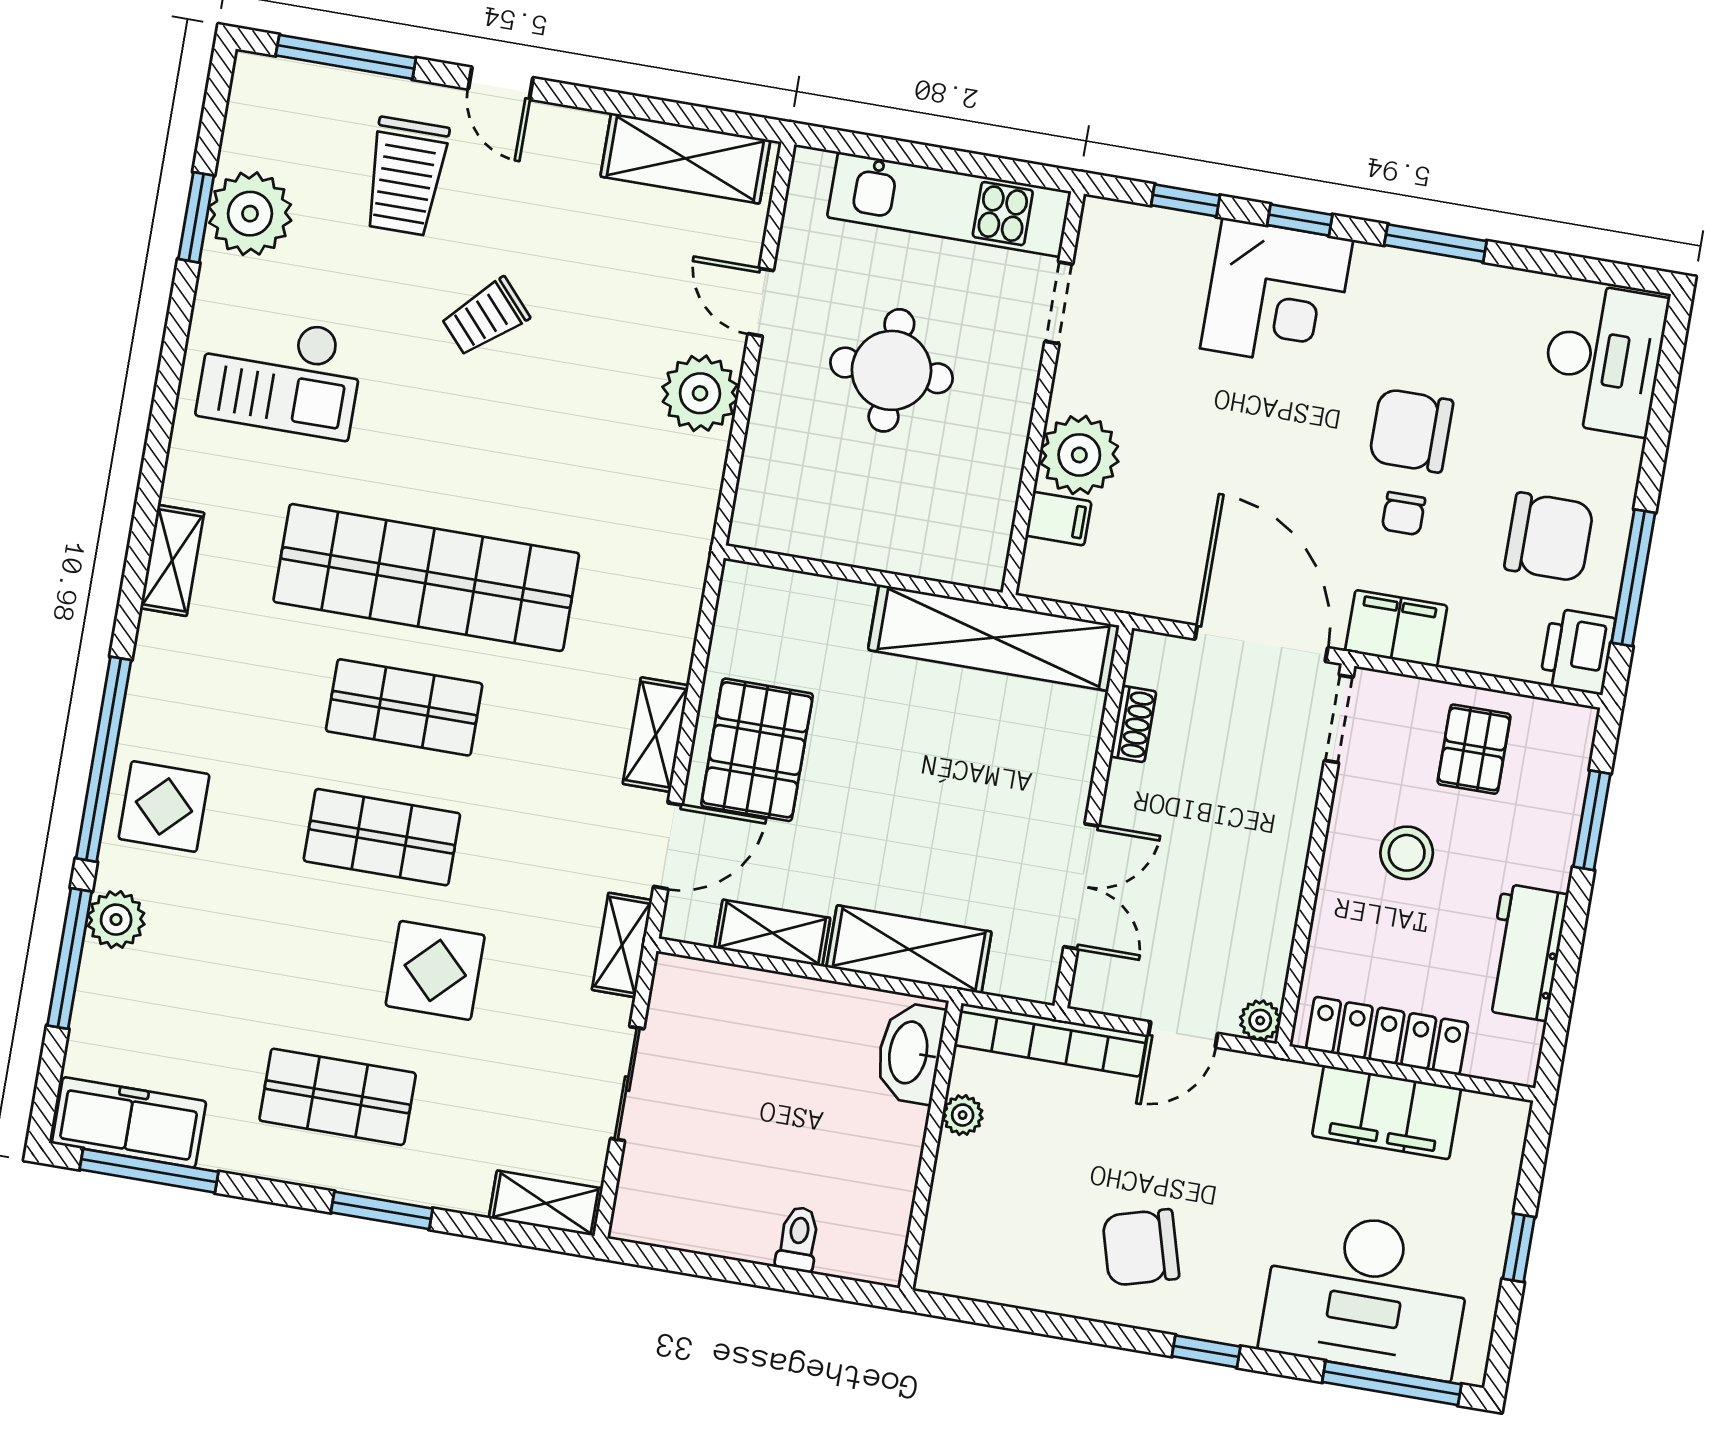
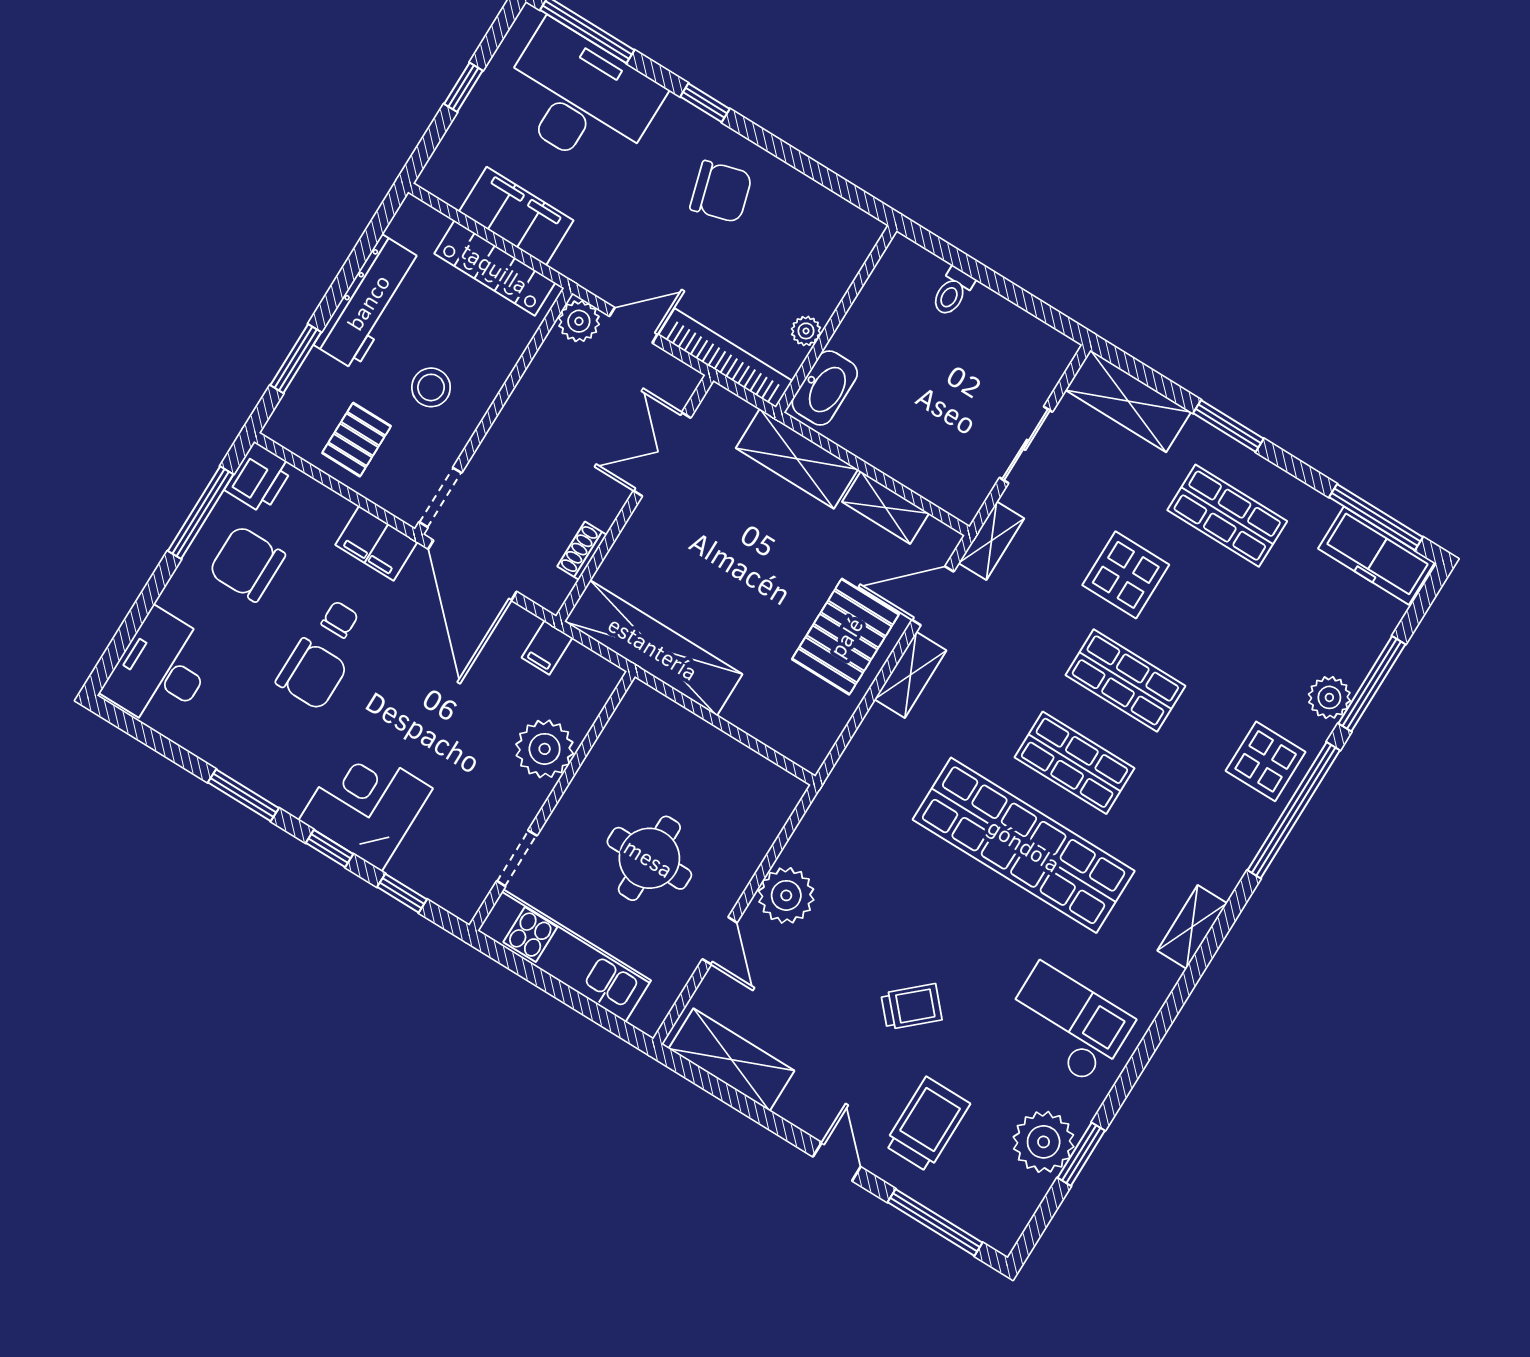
filing cabinet: (1058, 519) -> (547, 648), moved, turned -90
workbench: (1525, 952) -> (368, 302), width x1.38
plant: (1260, 1021) -> (579, 321), width x1.38, depth x1.38
shelving: (546, 1203) -> (1128, 401), width x1.50, depth x1.33

